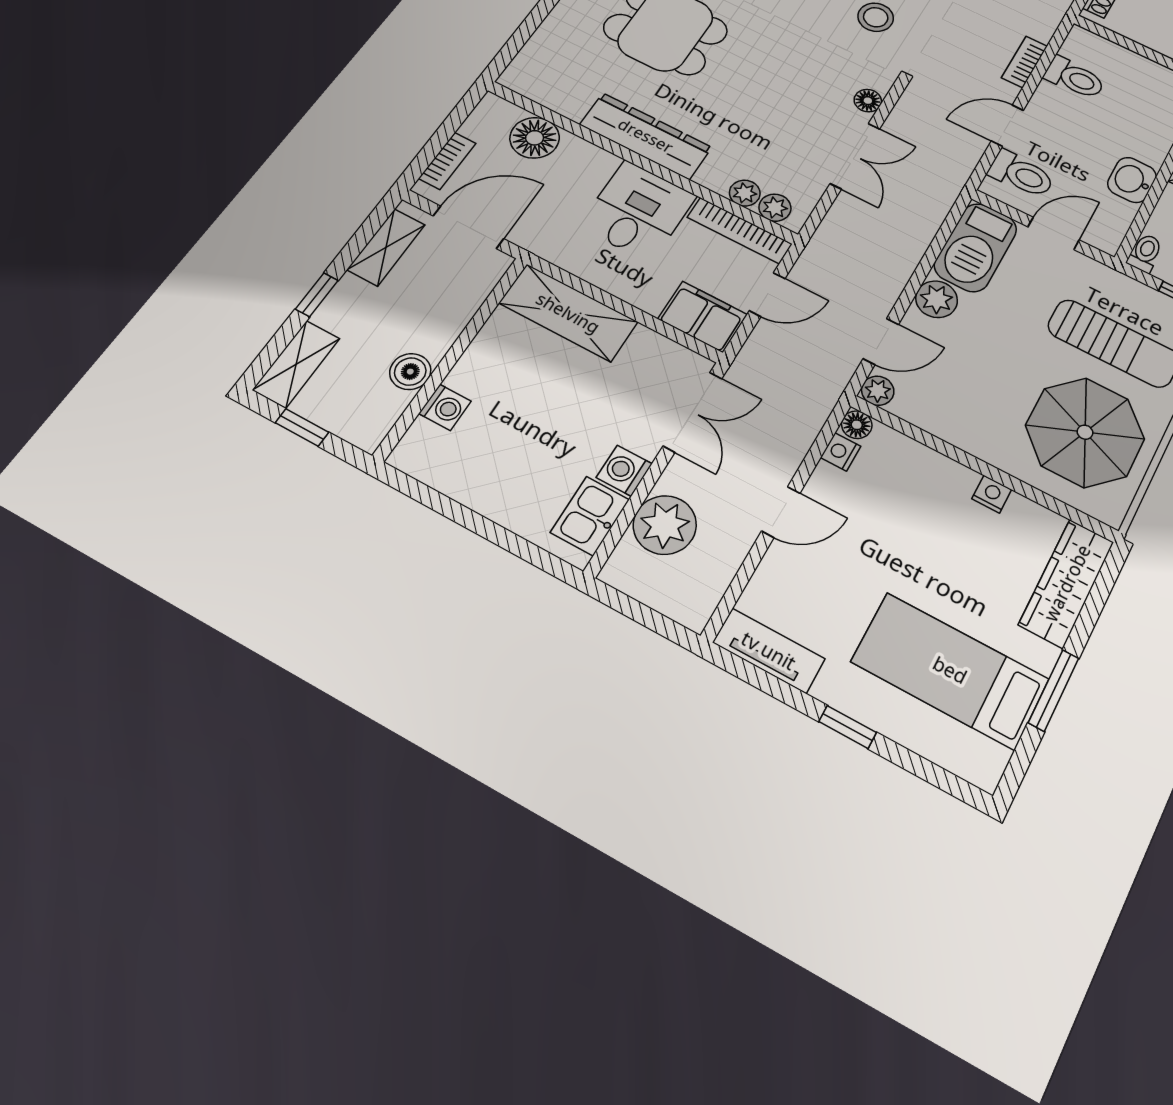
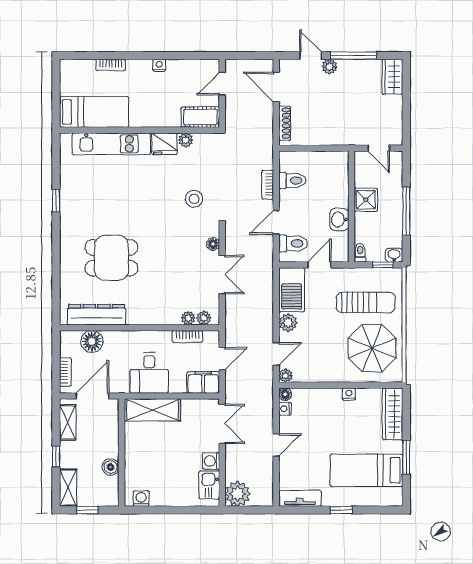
dresser: (646, 136) -> (97, 315), moved
desk: (638, 211) -> (149, 373), moved, turned 180
bookcase: (740, 231) -> (187, 336), width x0.64
washing machine: (445, 407) -> (141, 499), moved, turned -90
plant: (665, 525) -> (238, 494), moved

